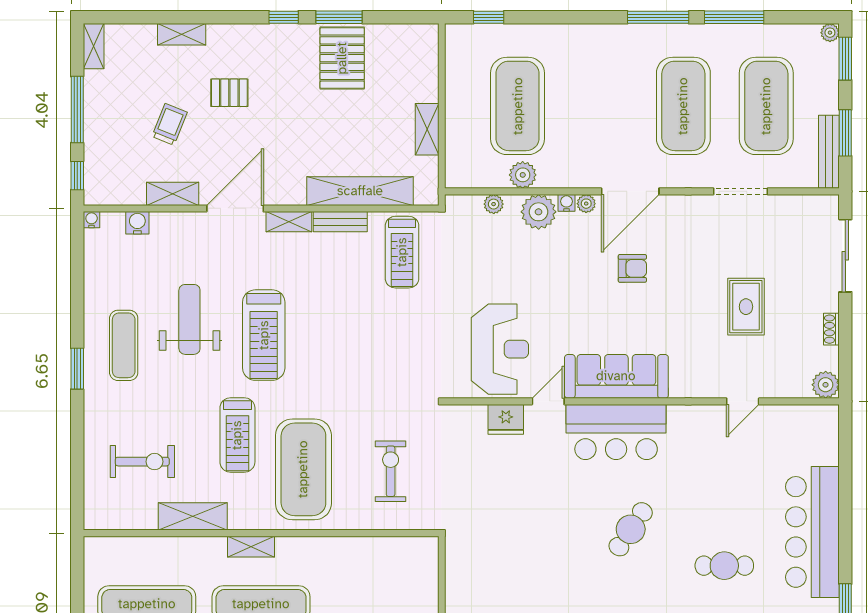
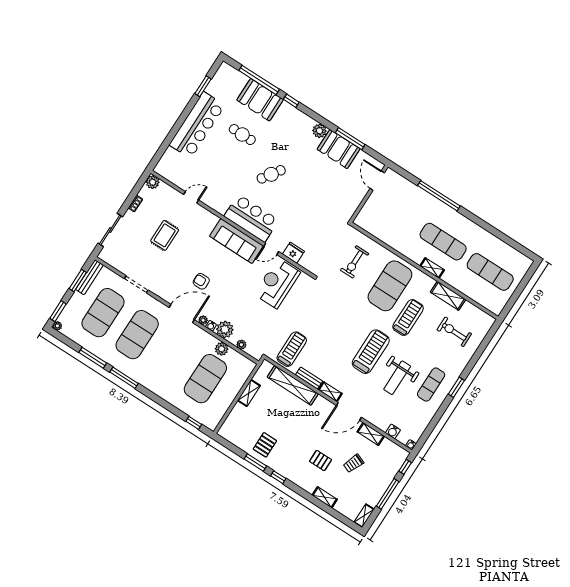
pallet: (342, 58) -> (265, 445), width x0.67, depth x0.71

